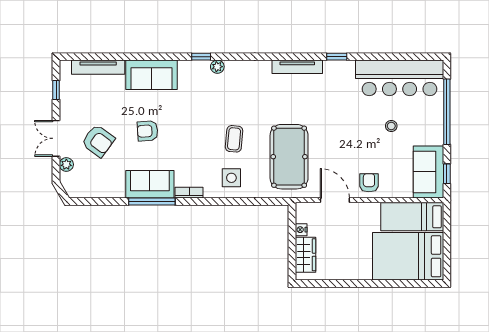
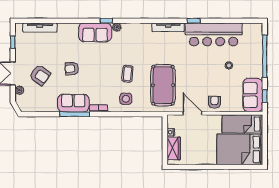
sofa: (152, 75) -> (95, 32), moved
bar counter: (400, 78) -> (214, 34), moved

